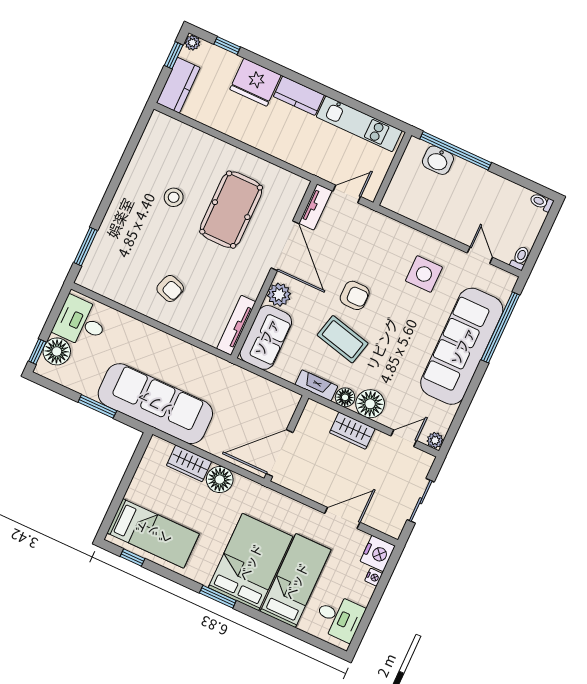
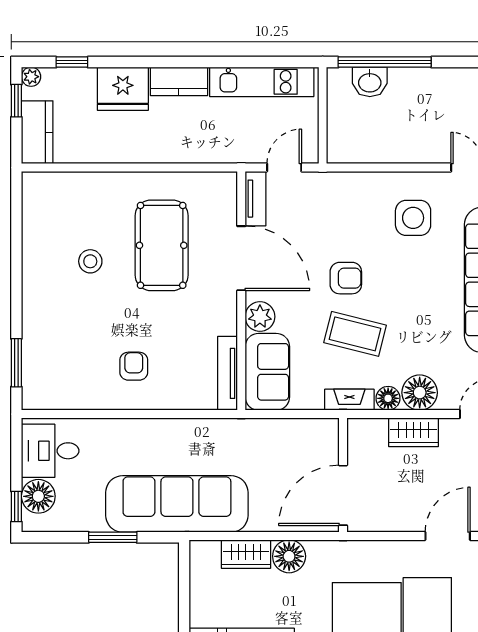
armchair: (170, 288) -> (134, 366), turned -109

